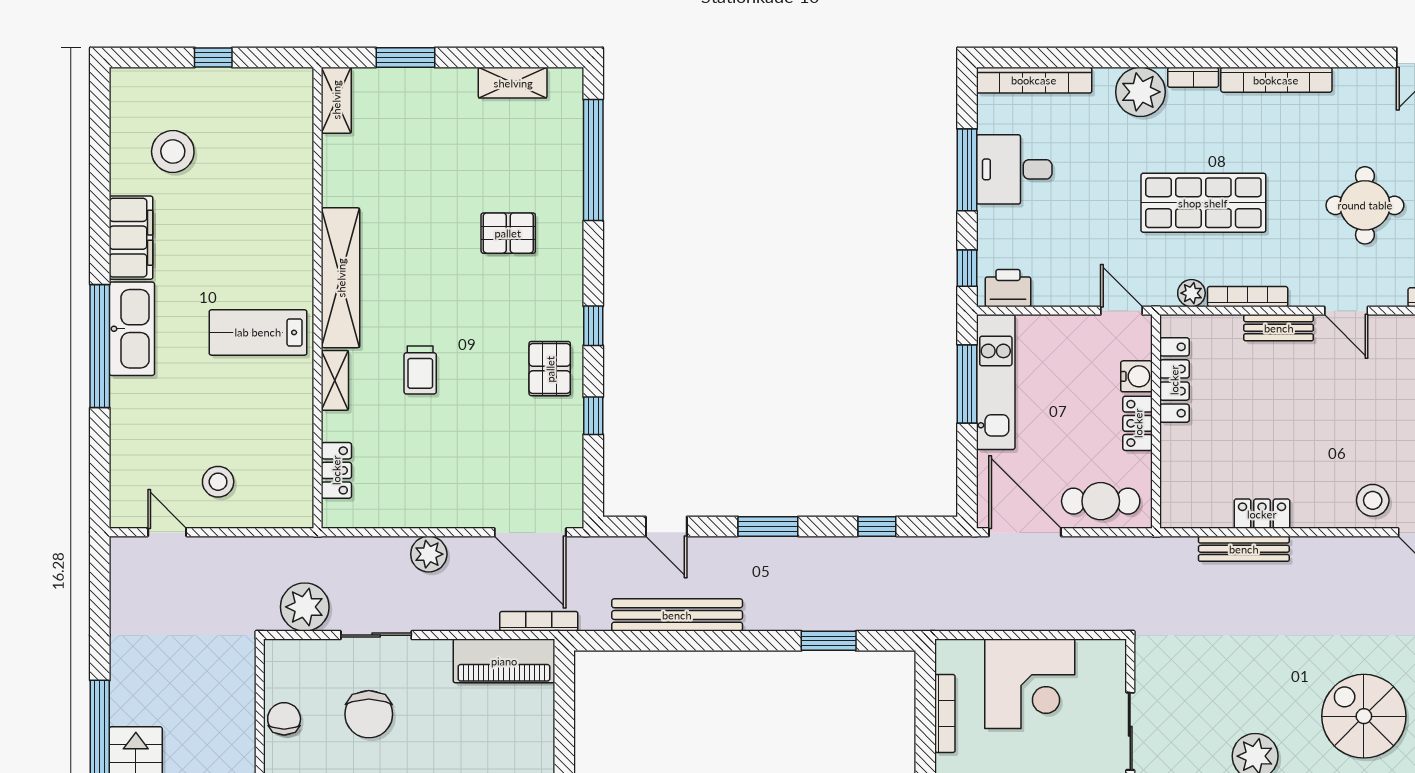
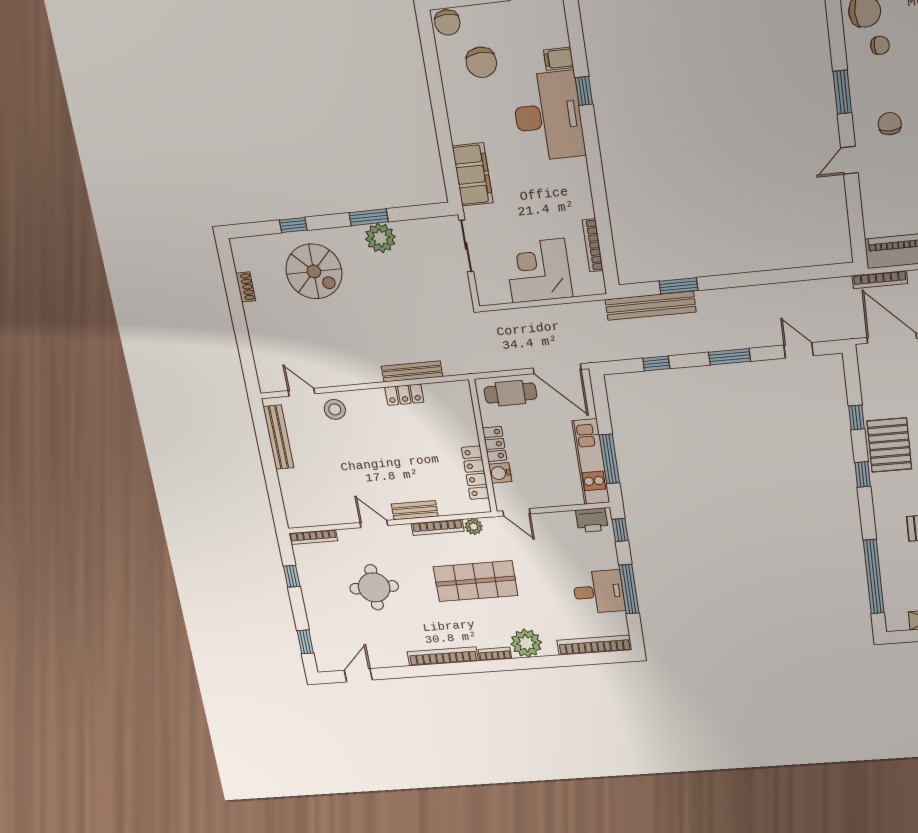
pallet: (550, 369) -> (889, 445), width x1.50, depth x1.42
bench: (677, 615) -> (651, 306), moved

